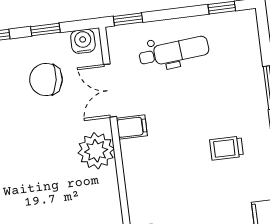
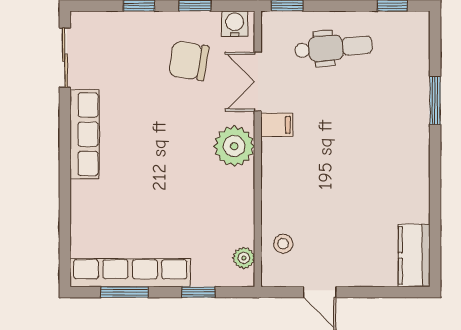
trolley: (227, 148) -> (378, 161), removed

